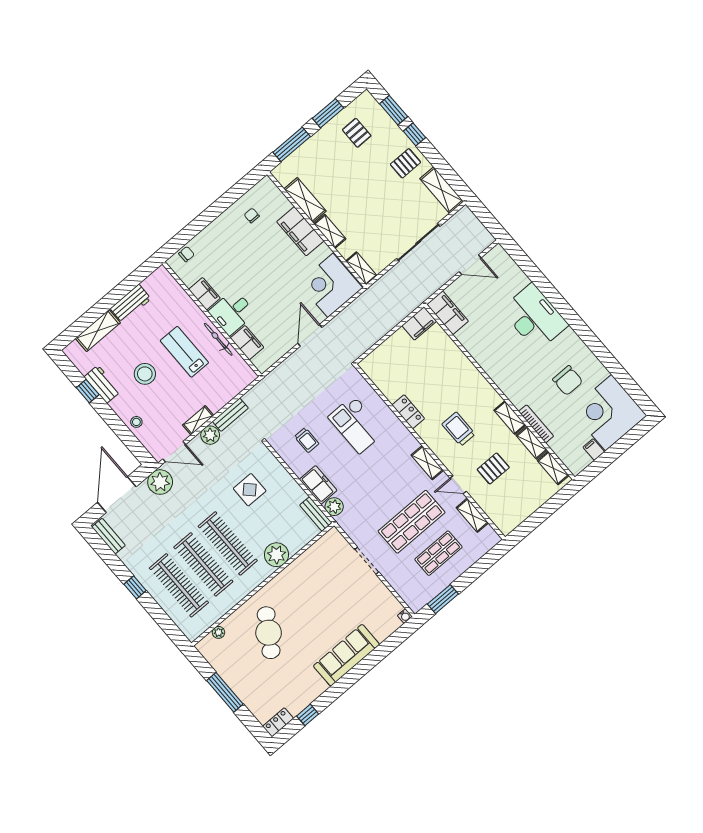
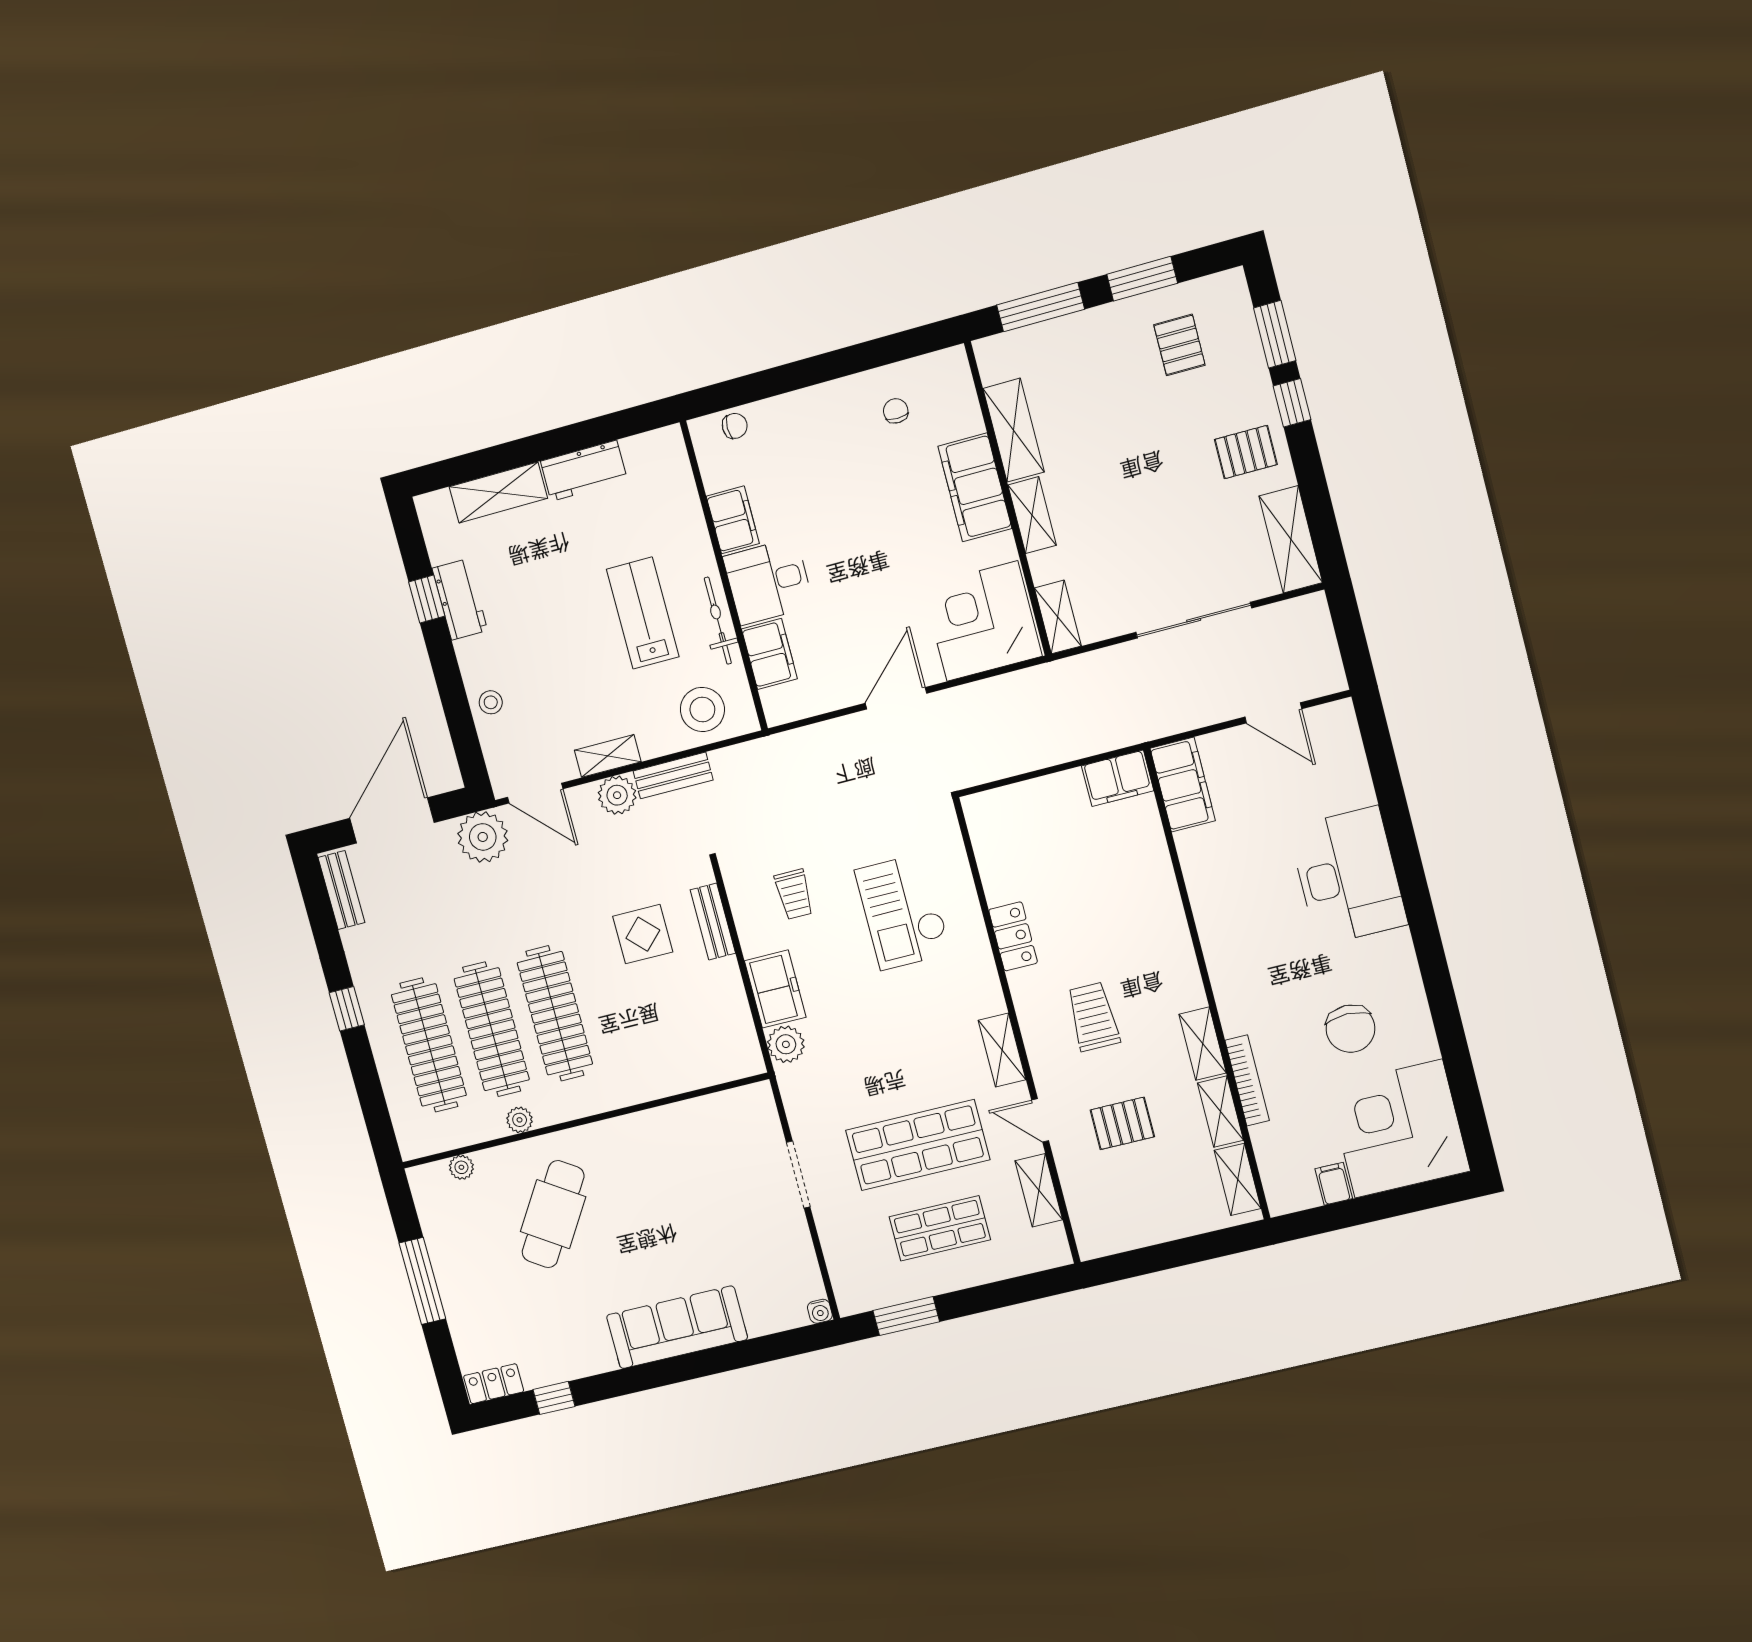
stool: (145, 374) -> (702, 709), moved
bench: (316, 514) -> (713, 921), moved
plant: (276, 555) -> (520, 1120), moved, width x0.53, depth x0.53

